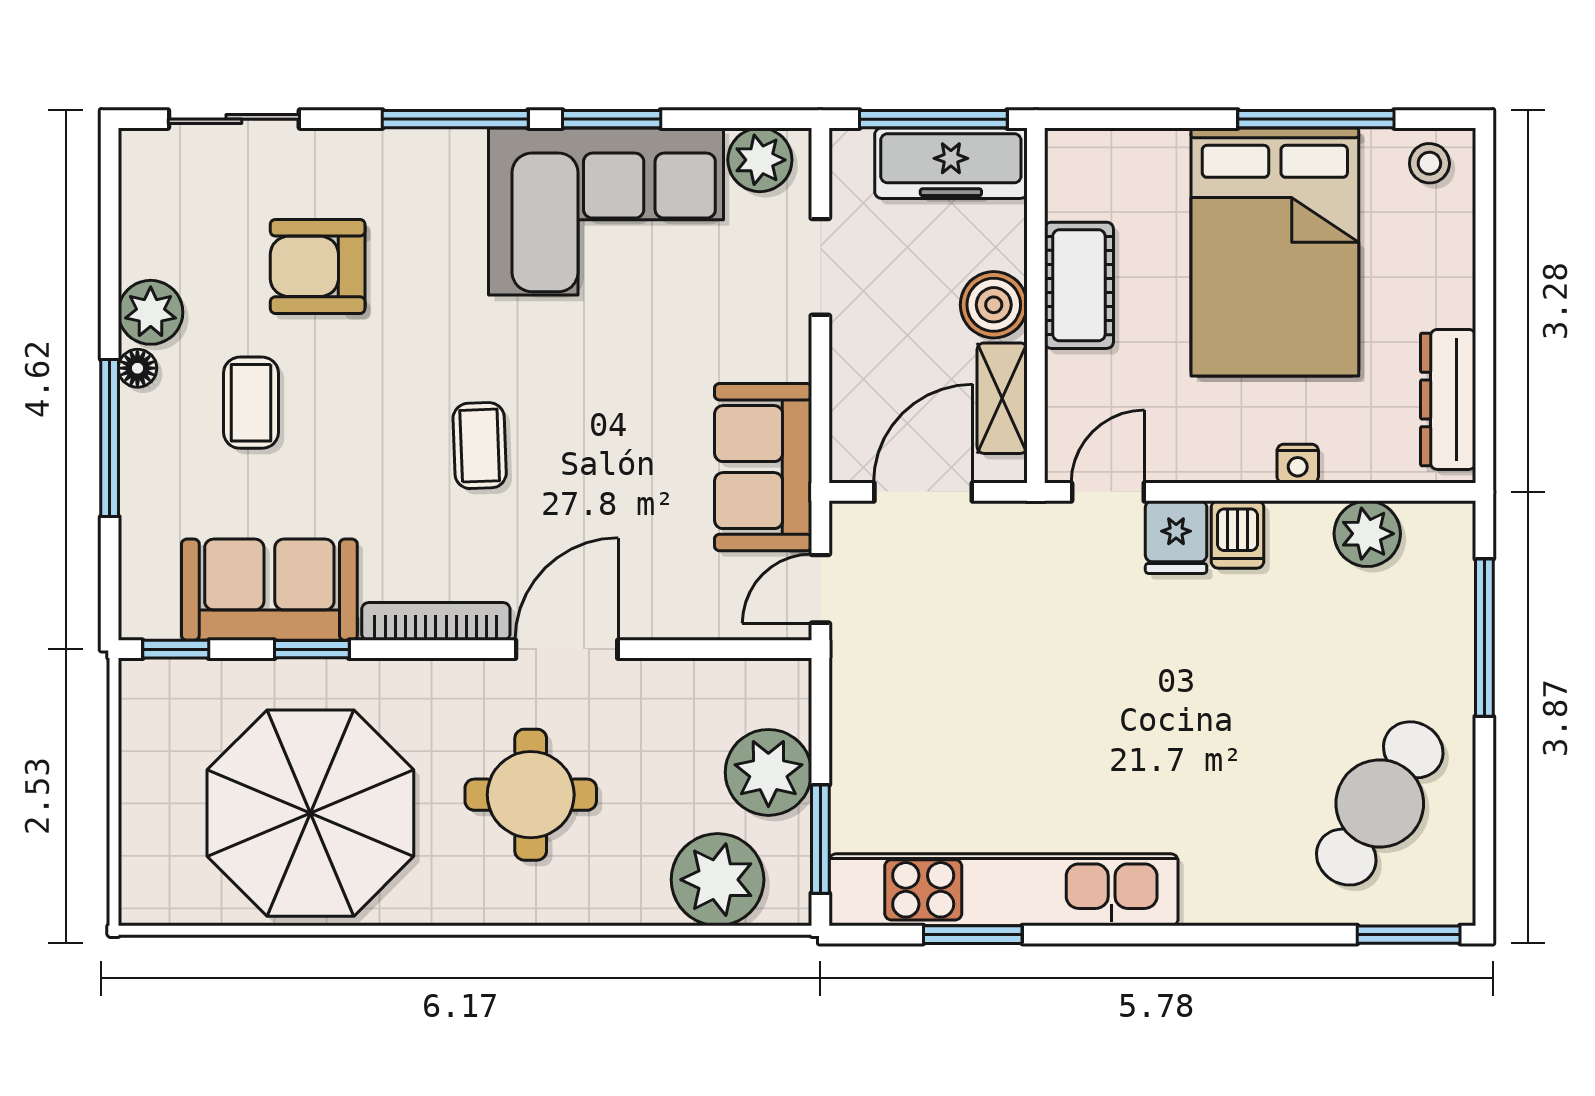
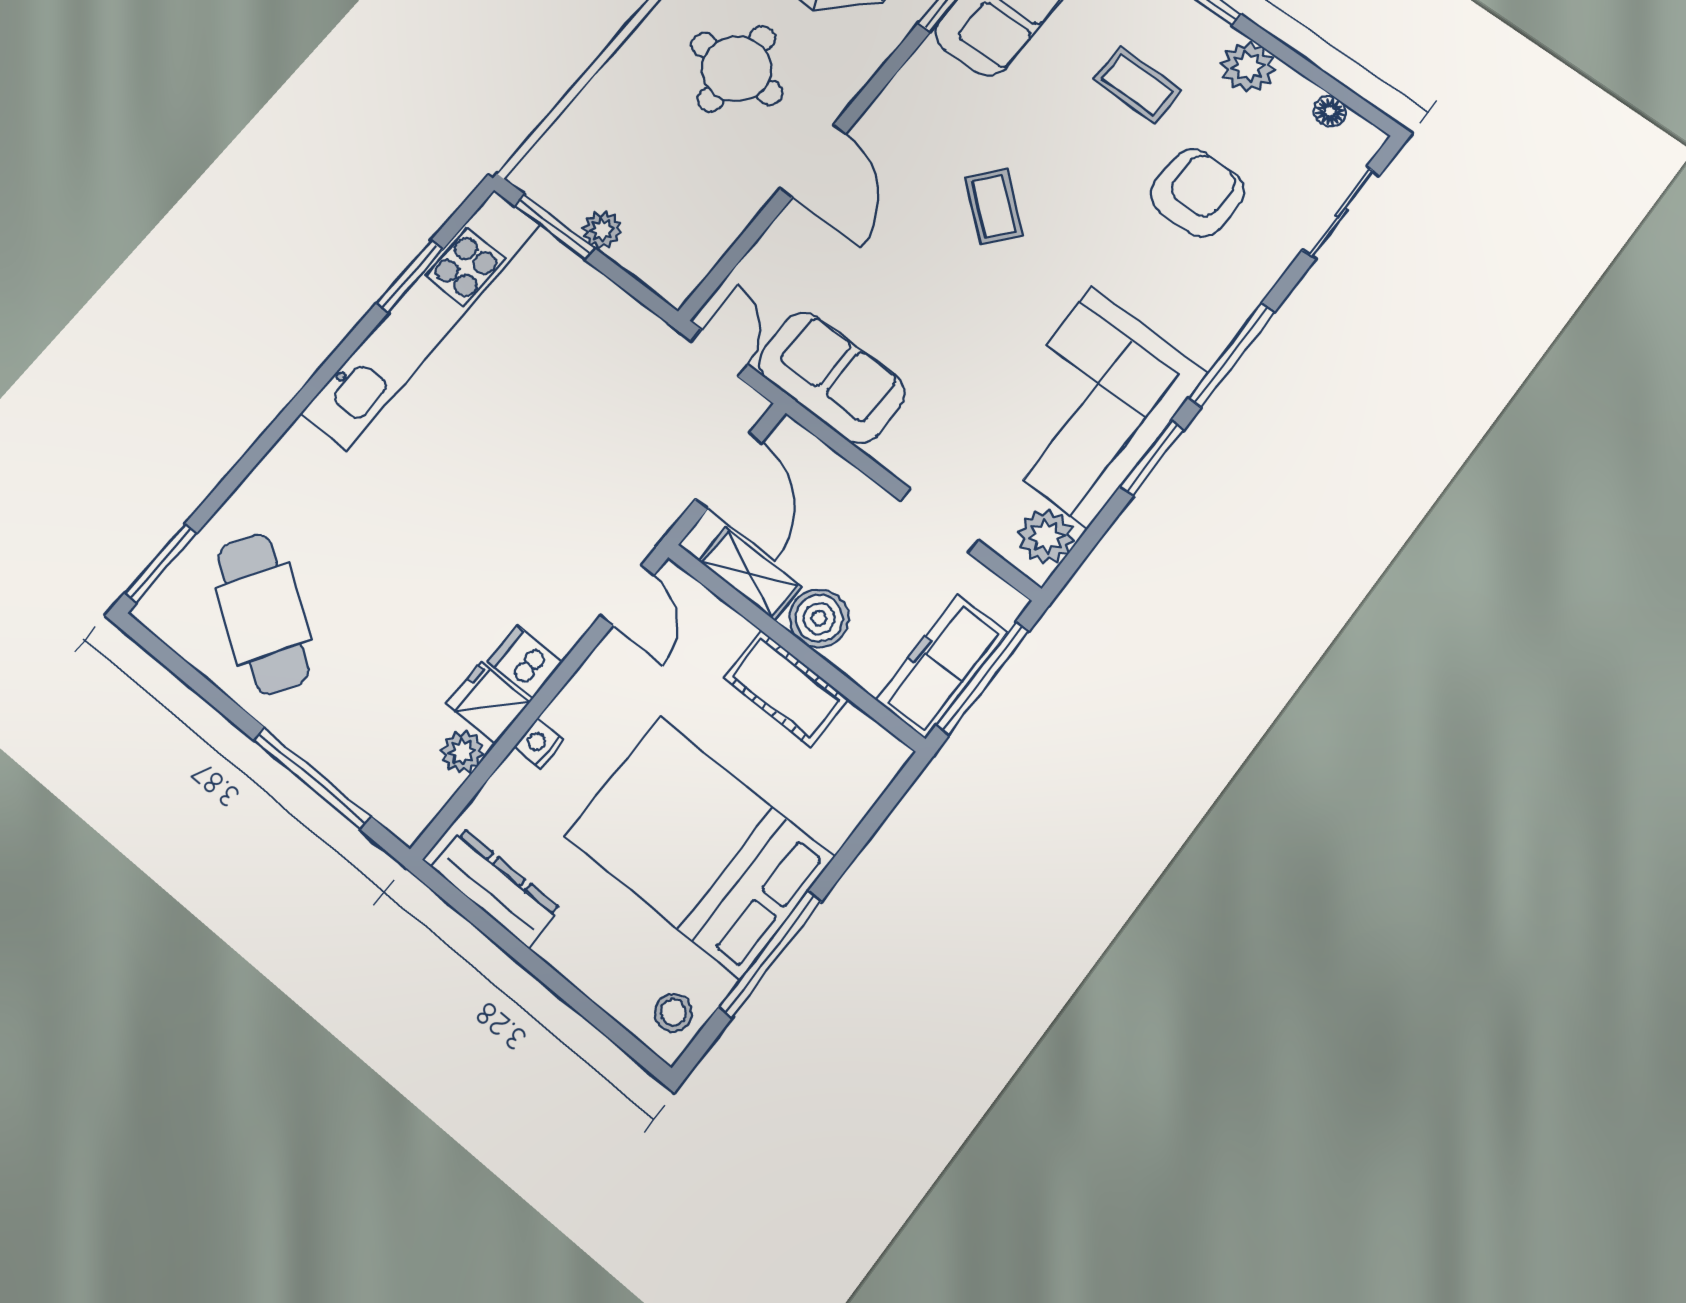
floor lamp: (137, 368) -> (1330, 112), moved
coffee table: (480, 446) -> (994, 206), turned 42
plant: (1367, 534) -> (462, 752), width x0.73, depth x0.73
fridge: (1176, 537) -> (488, 703), moved
bookcase: (436, 621) -> (899, 94), removed
plant: (768, 772) -> (602, 230), width x0.53, depth x0.53
plant: (718, 880) -> (583, 143), removed

